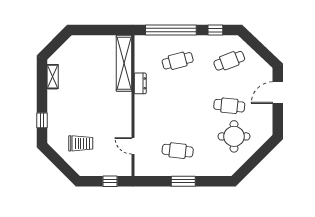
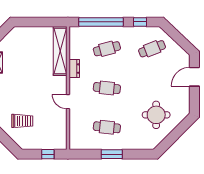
cafe table: (229, 106) -> (107, 88), moved
door: (133, 146) -> (68, 102), moved

